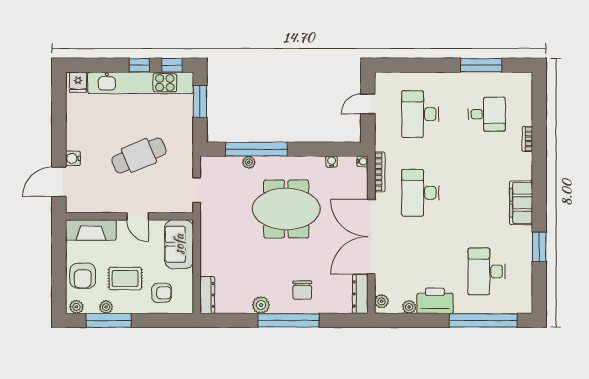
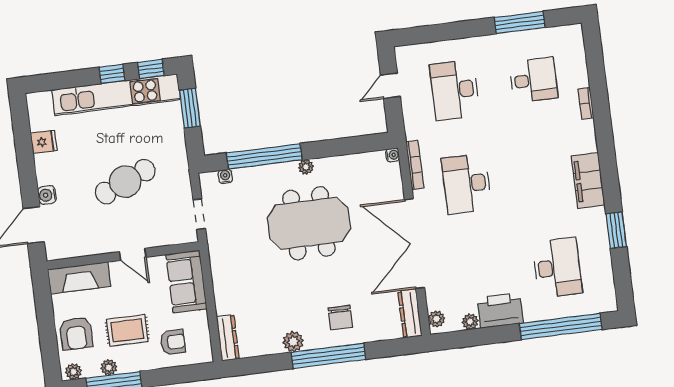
fridge: (78, 82) -> (44, 142), moved, turned -90
plant: (249, 162) -> (306, 167), moved
water cooler: (332, 162) -> (225, 176), moved
desk: (487, 271) -> (557, 268), turned 180

